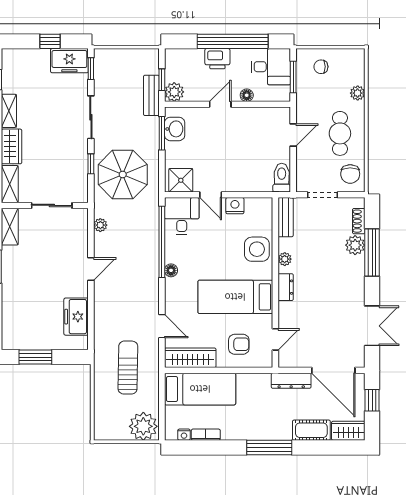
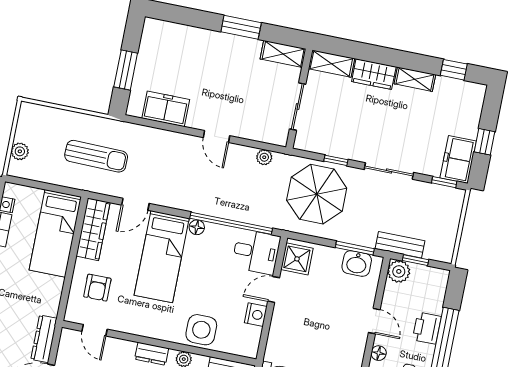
bed: (235, 297) -> (162, 257), moved, turned 180
window: (35, 357) -> (126, 70), moved
plant: (143, 426) -> (20, 151), width x0.53, depth x0.53

